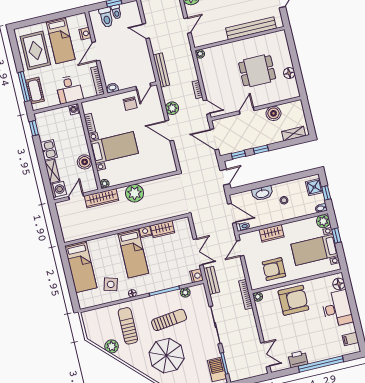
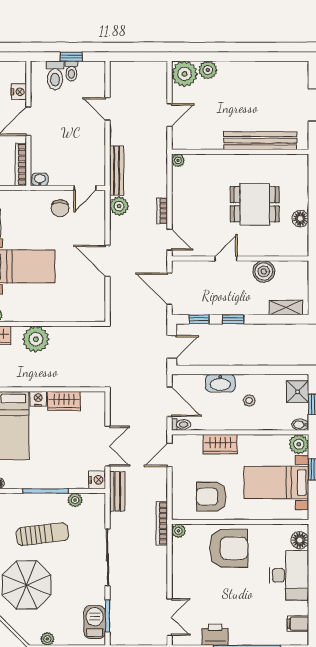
plant: (172, 108) -> (119, 206), moved

